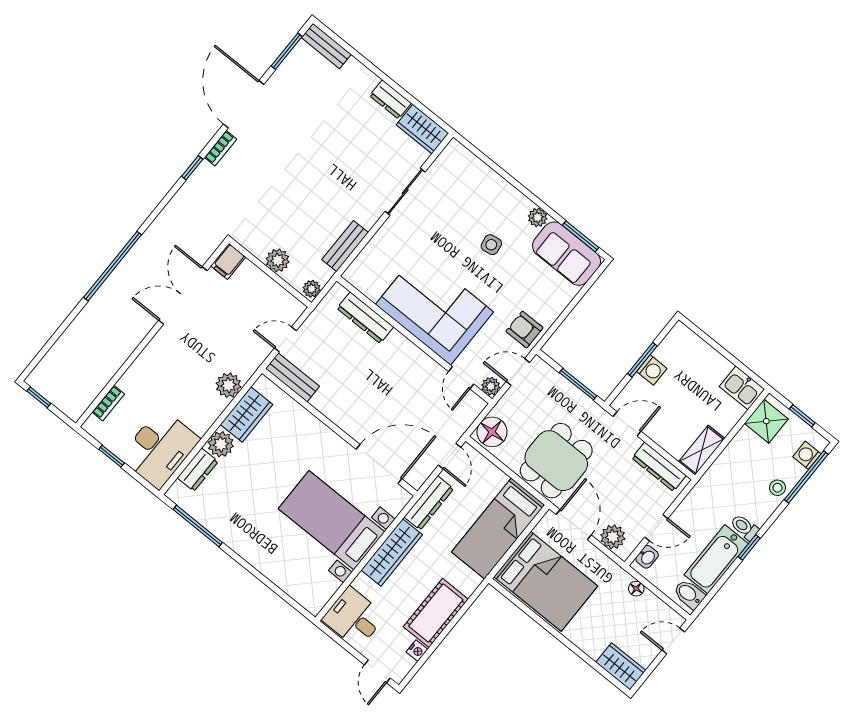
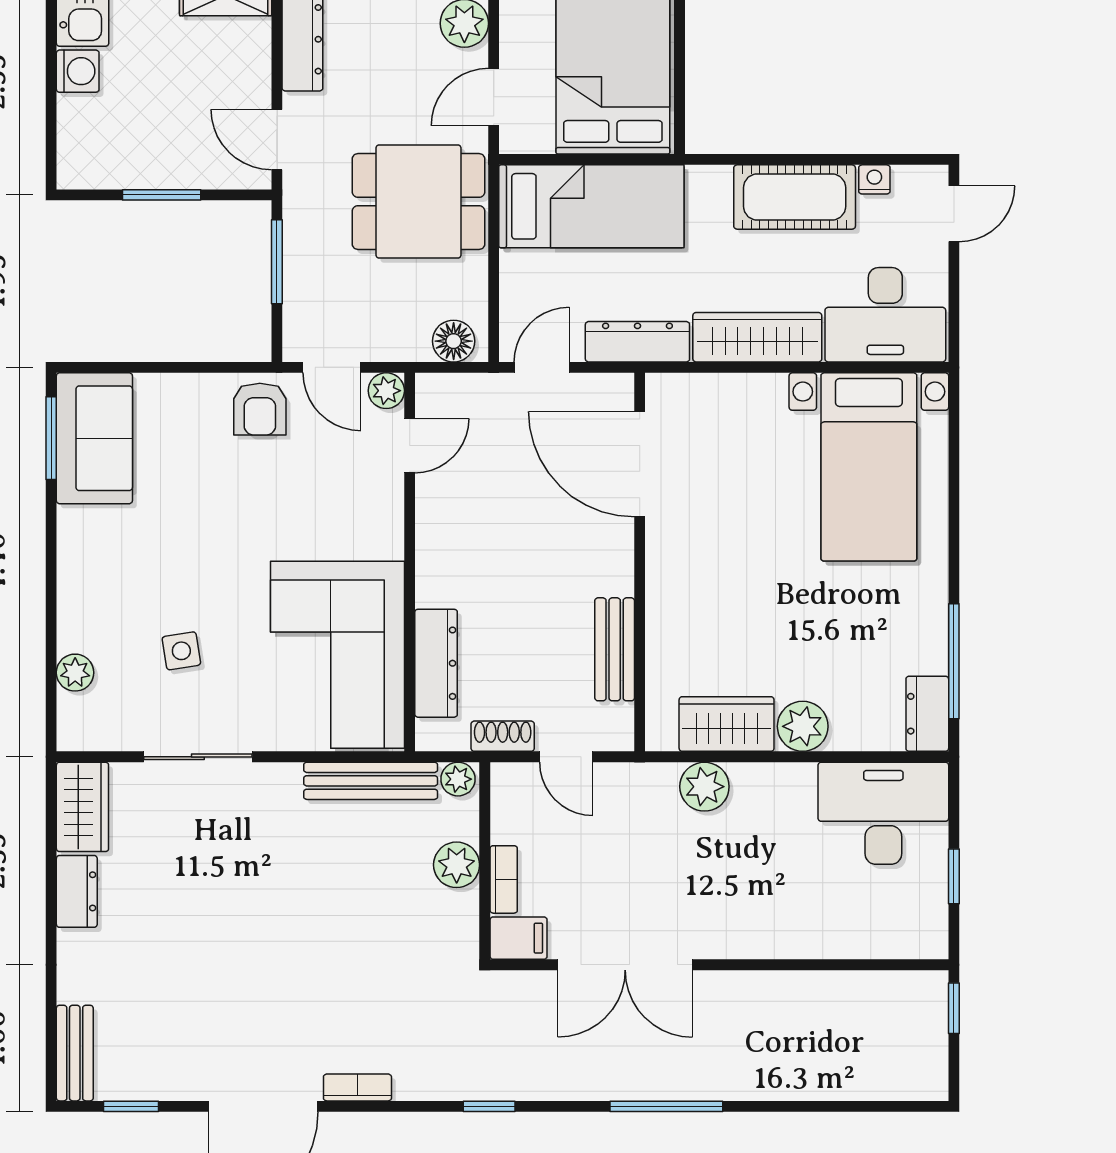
window: (287, 51) -> (131, 1106), width x0.67
window: (192, 168) -> (489, 1106), moved
plant: (538, 217) -> (75, 673), moved
side table: (491, 245) -> (181, 651), moved
bench: (345, 246) -> (371, 781), width x1.36
window: (113, 266) -> (666, 1106), width x0.68
corner sofa: (434, 308) -> (337, 655), moved
shoe rack: (314, 321) -> (503, 736), added
washing machine: (652, 370) -> (78, 71), moved, turned 90
bench: (293, 377) -> (615, 649), moved
window: (39, 397) -> (954, 1008), moved
bookcase: (108, 403) -> (504, 879), moved, turned 90
floor lamp: (492, 432) -> (454, 341), width x0.73, depth x0.73
dresser: (198, 470) -> (927, 714), moved, turned -90
bed with nightstands: (332, 520) -> (869, 467), moved
door: (574, 525) -> (494, 97), width x0.73
desk: (354, 618) -> (885, 315), width x1.37

